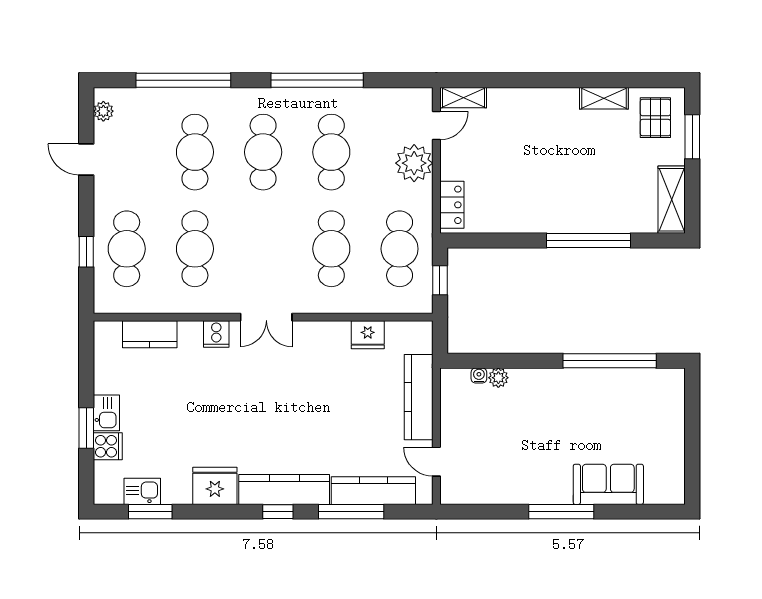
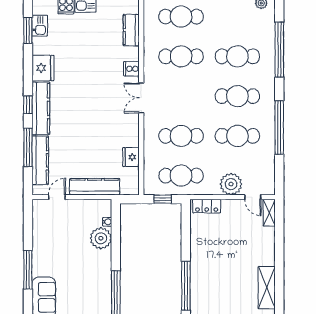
shelving: (604, 98) -> (267, 288), width x1.50, depth x1.33
plant: (498, 378) -> (101, 238), width x1.88, depth x1.88

